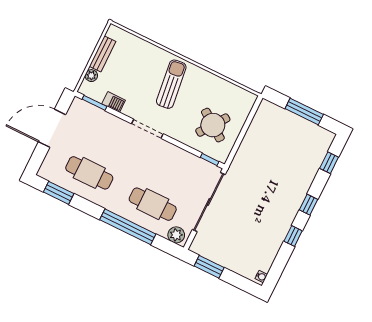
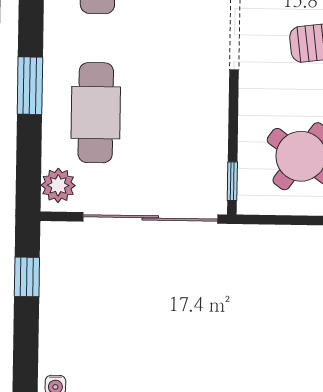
window: (128, 227) -> (30, 86), width x0.47
window: (209, 267) -> (27, 277), width x0.67

